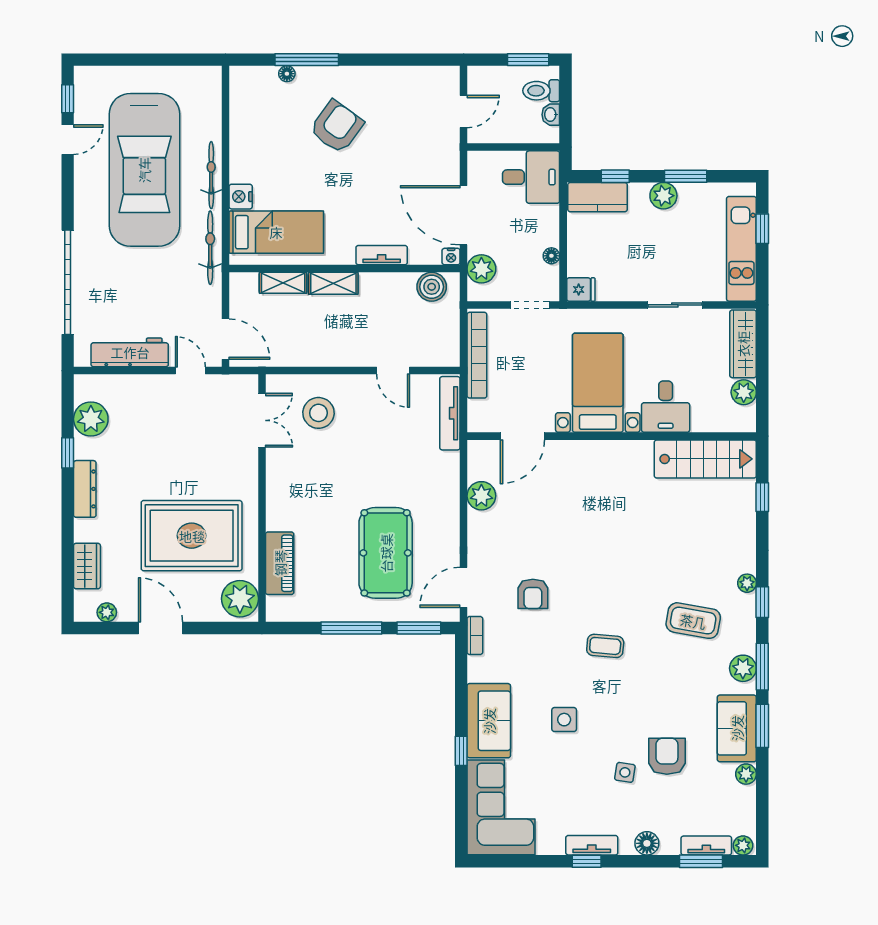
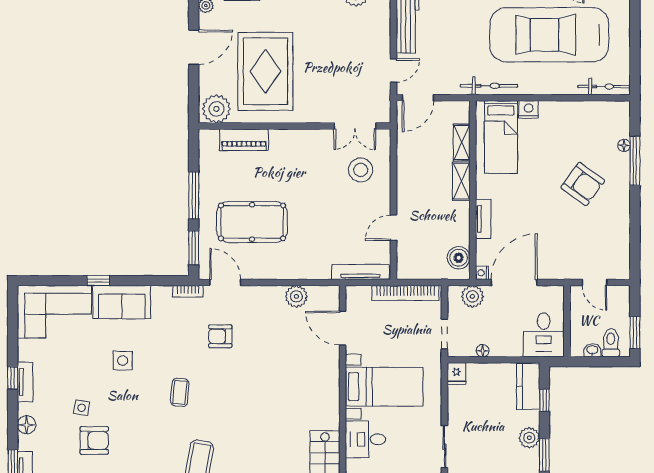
bicycle: (211, 175) -> (604, 87), moved

